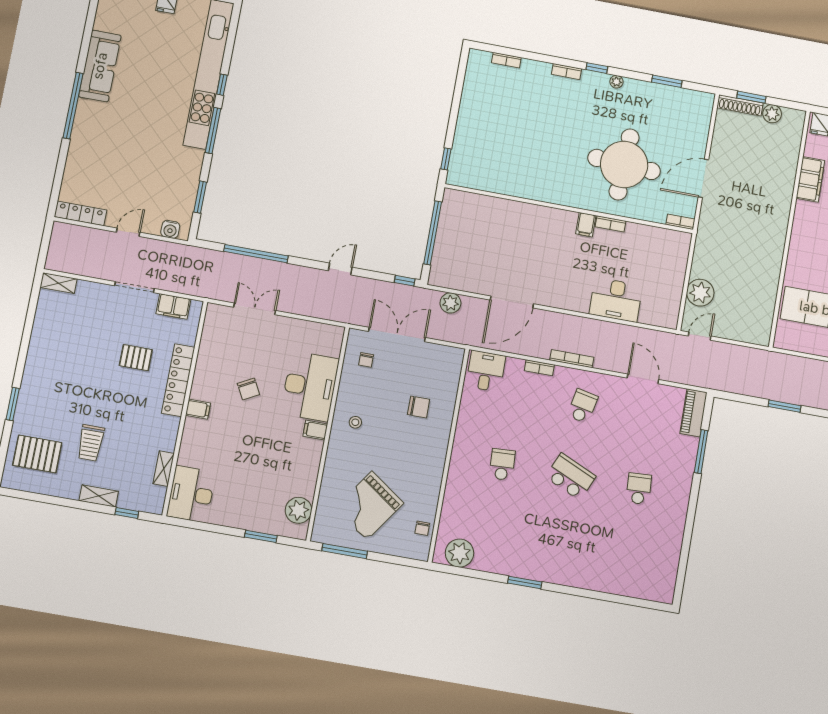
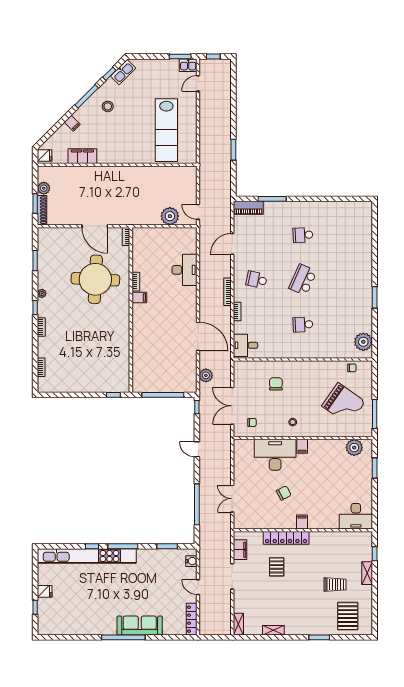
sofa: (100, 66) -> (140, 626), moved
shelving: (164, 469) -> (273, 630), moved

